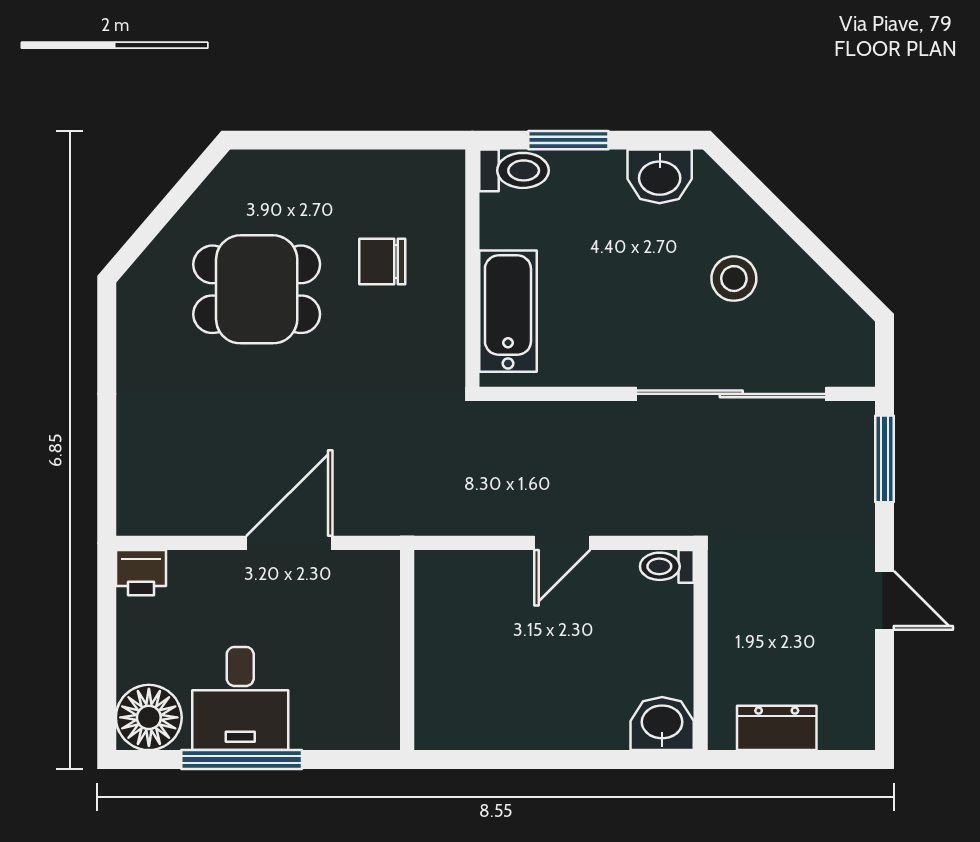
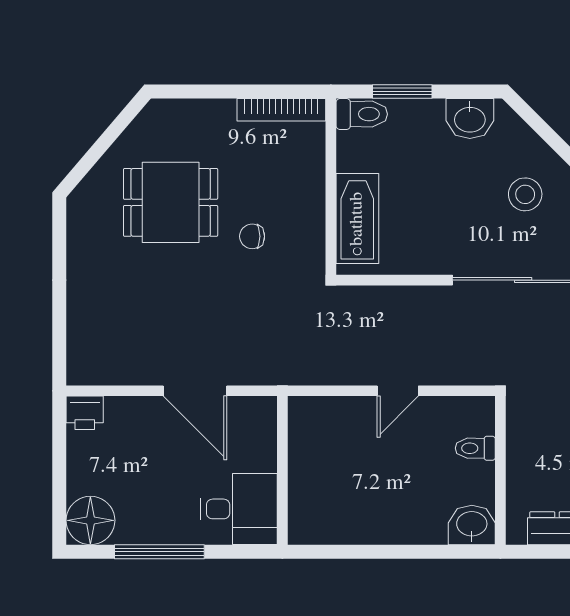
bookcase: (406, 165) -> (281, 110), added
chair: (382, 262) -> (252, 236), moved, width x0.73, depth x0.73
door: (289, 543) -> (195, 391), swing flipped
toilet: (667, 566) -> (475, 448), moved
desk: (240, 699) -> (239, 509), moved, turned -90

